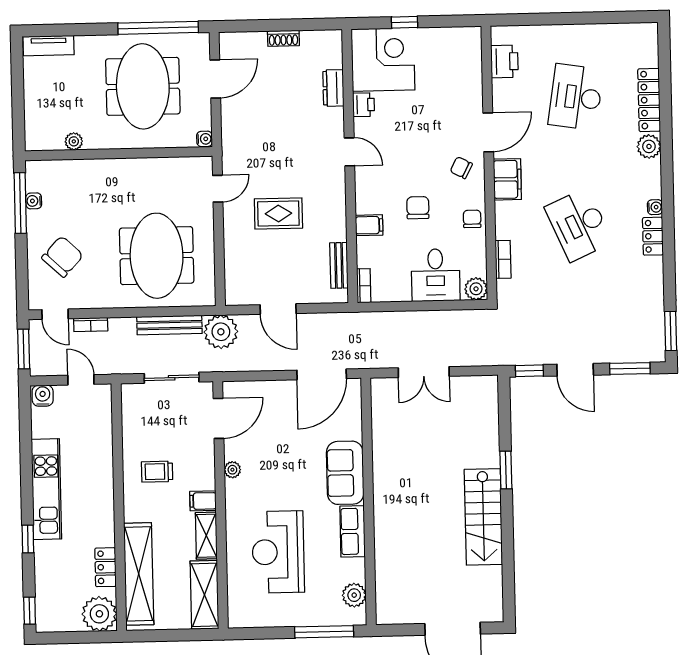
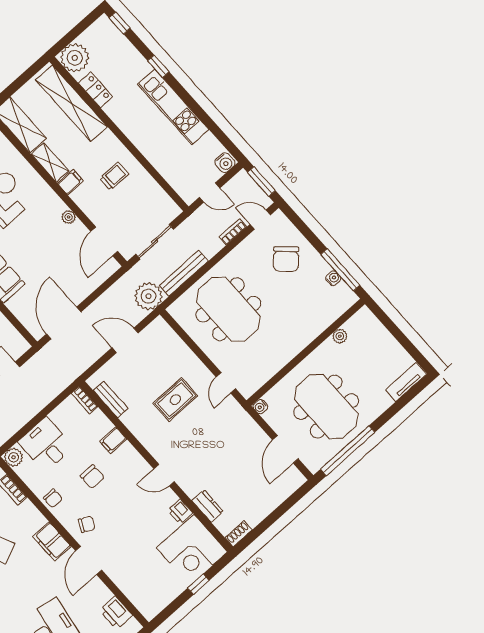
shoe rack: (283, 38) -> (239, 534), moved

